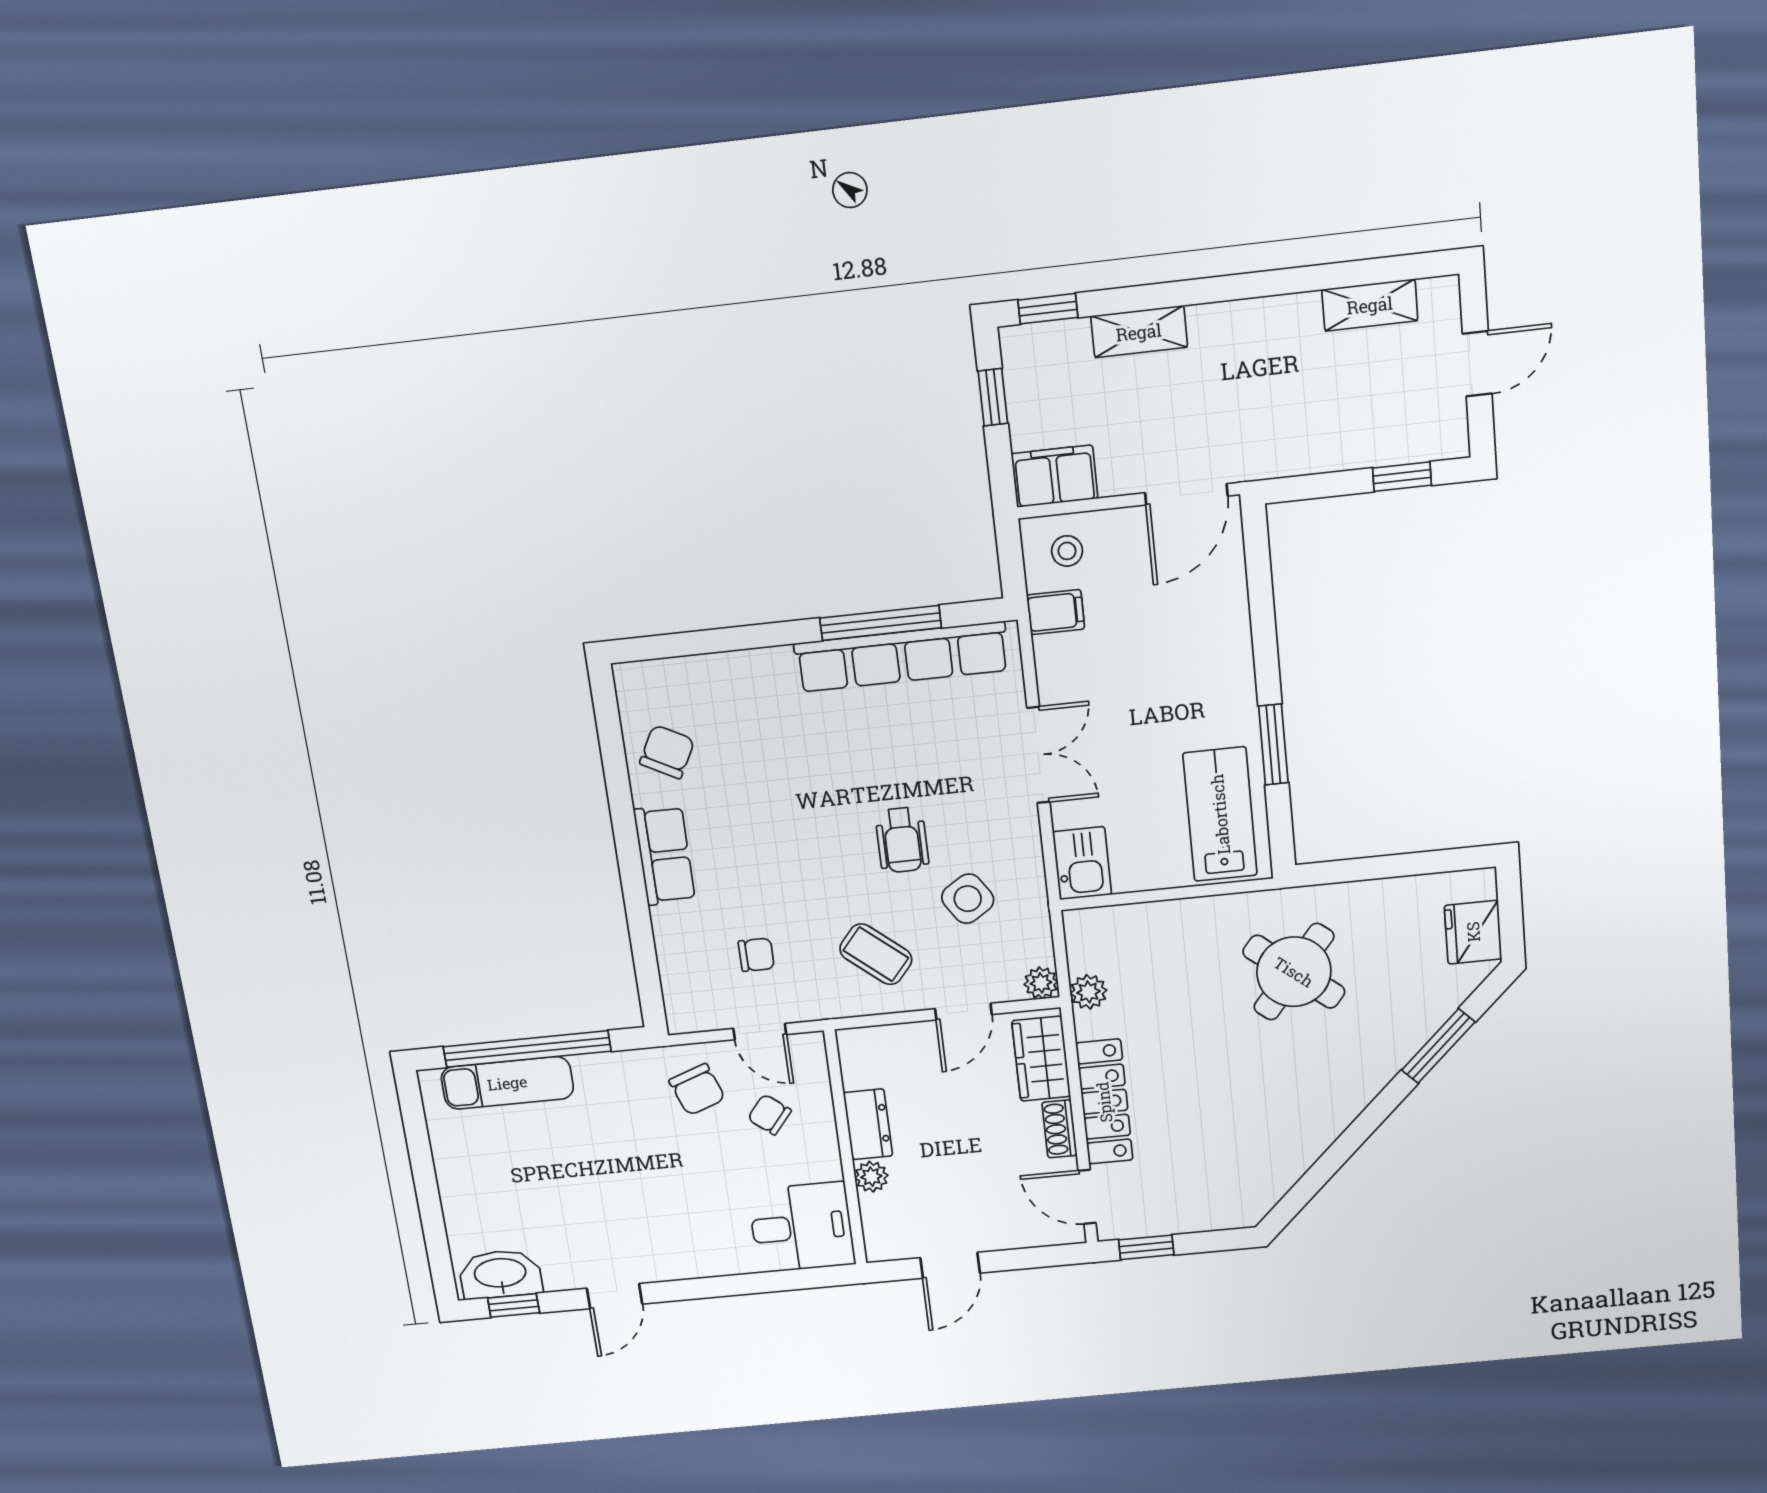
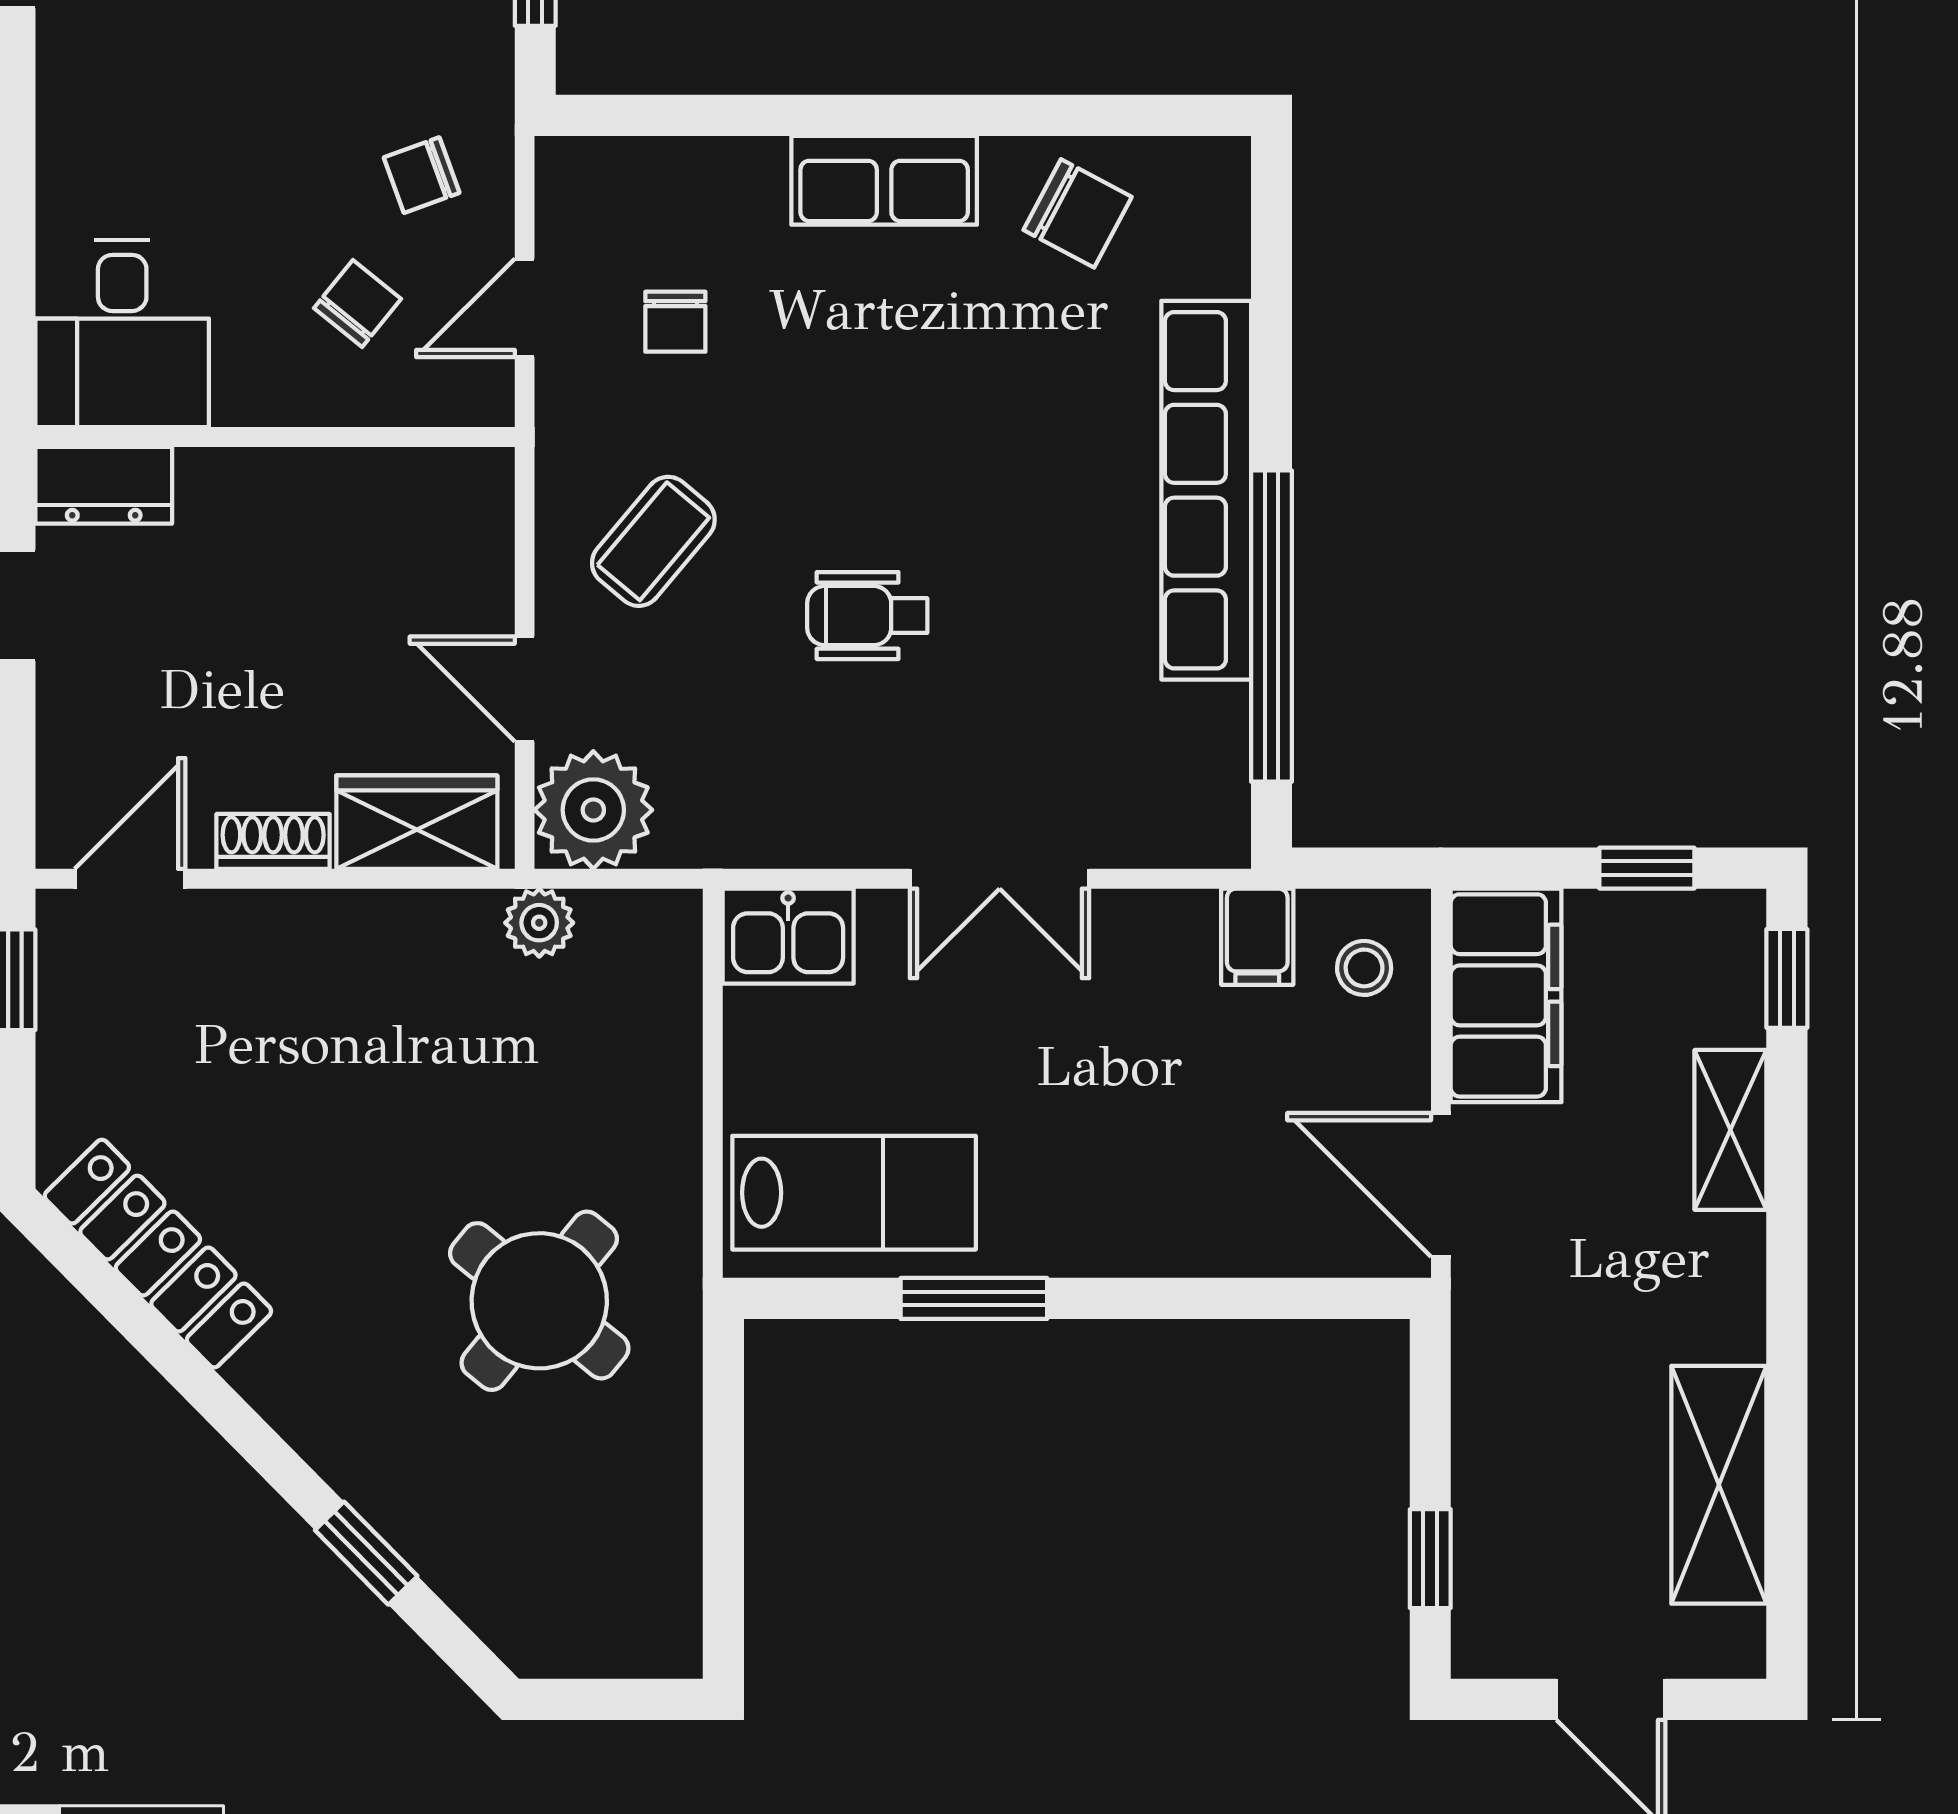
shelving: (1370, 305) -> (1719, 1485), width x1.50, depth x1.33
filing cabinet: (1055, 476) -> (1506, 995), width x1.50, depth x1.17
window: (881, 623) -> (1272, 626), width x1.46
row of seats: (902, 657) -> (1206, 490), moved
side table: (968, 899) -> (743, 722), removed
fridge: (1473, 932) -> (582, 1630), removed
plant: (1041, 983) -> (593, 810), width x1.87, depth x1.87
window: (1438, 1046) -> (366, 1553), width x0.67
chair: (697, 1090) -> (422, 175), width x0.73, depth x0.73
locker: (1104, 1102) -> (158, 1254), moved, turned -135
dresser: (868, 1124) -> (104, 485), moved
plant: (871, 1177) -> (212, 479), removed

